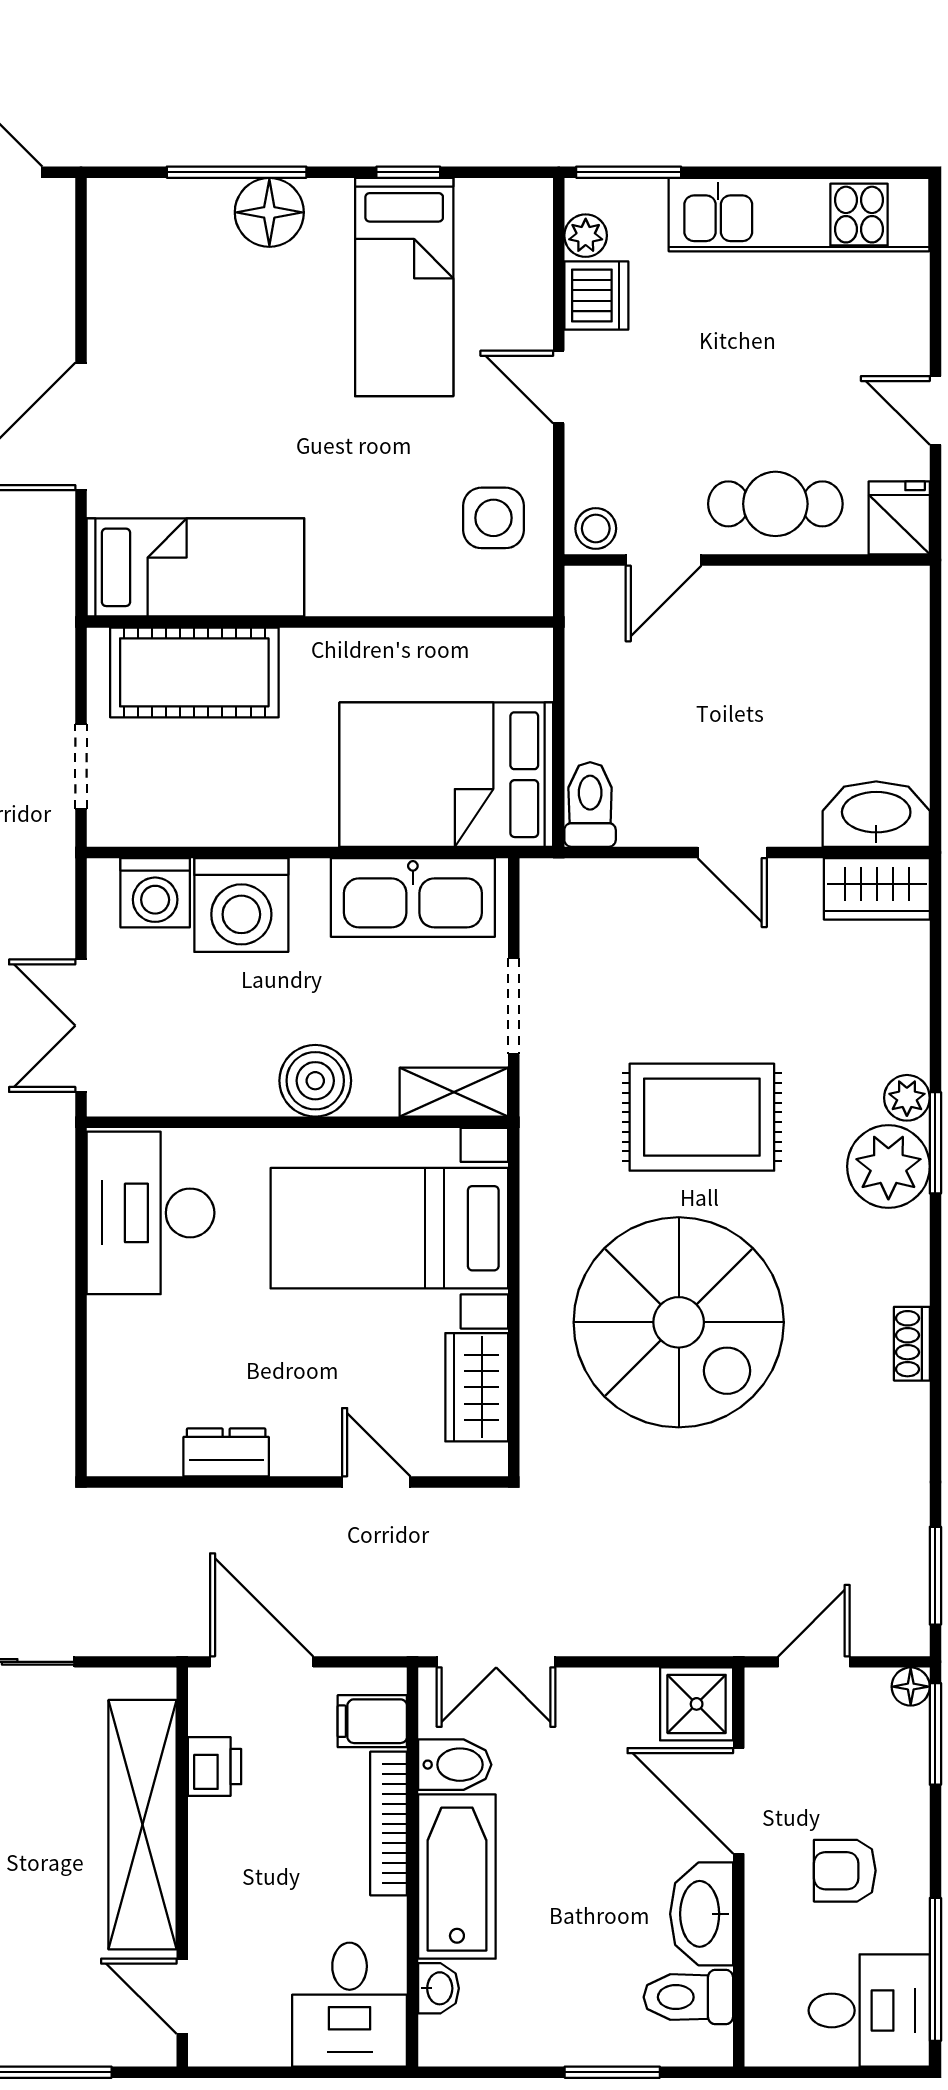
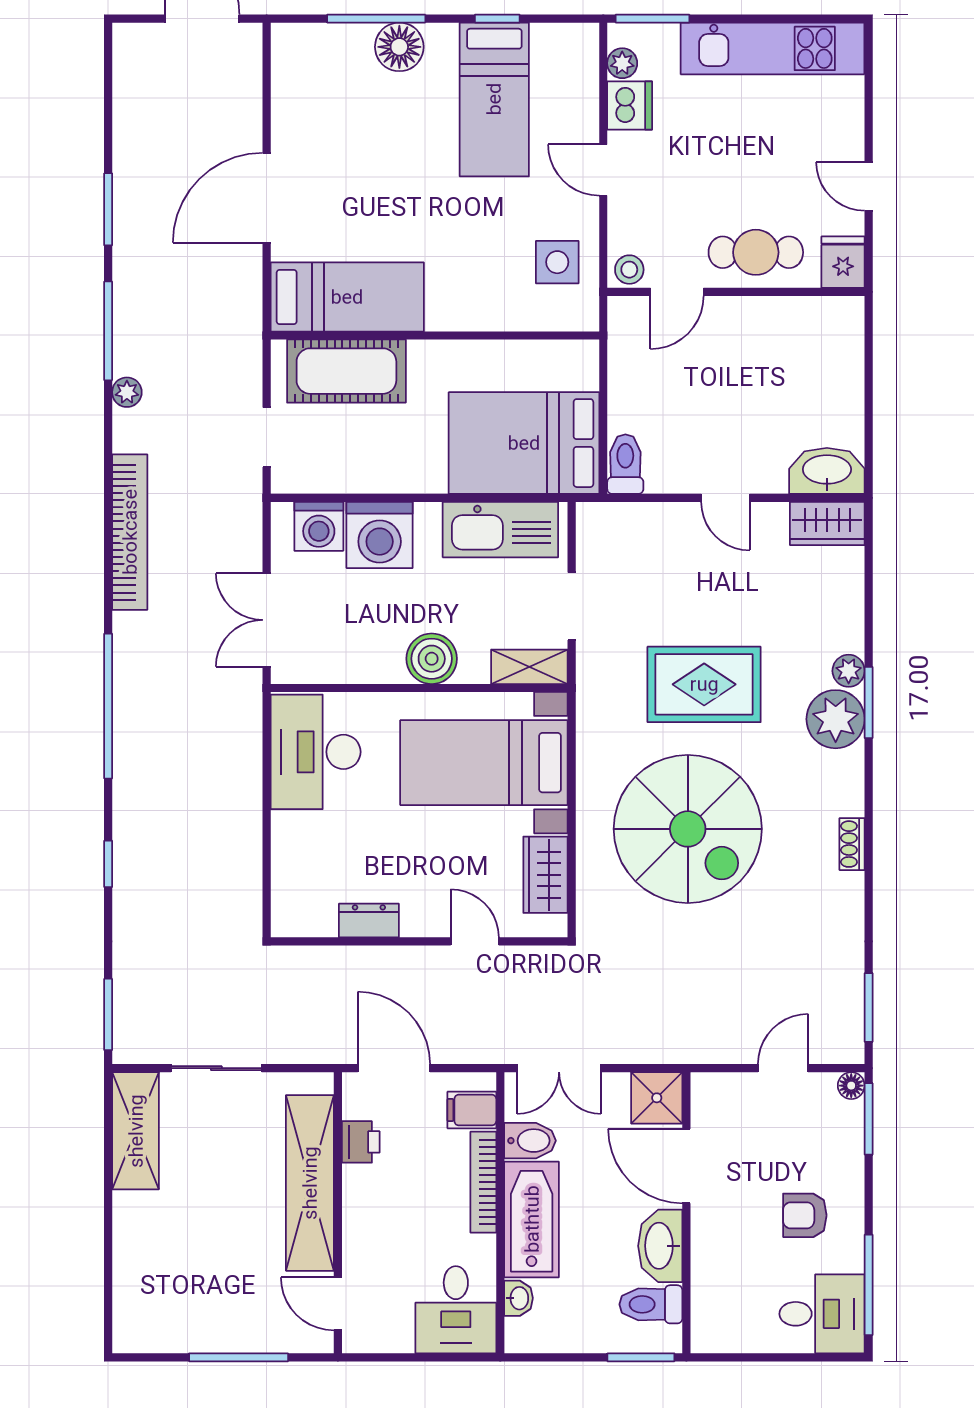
shower: (697, 1704) -> (657, 1098), moved
door: (739, 1801) -> (686, 1166), moved
wall: (739, 1867) -> (686, 1213), moved
washbasin: (702, 1914) -> (660, 1246), moved
toilet: (688, 1997) -> (651, 1304), moved

